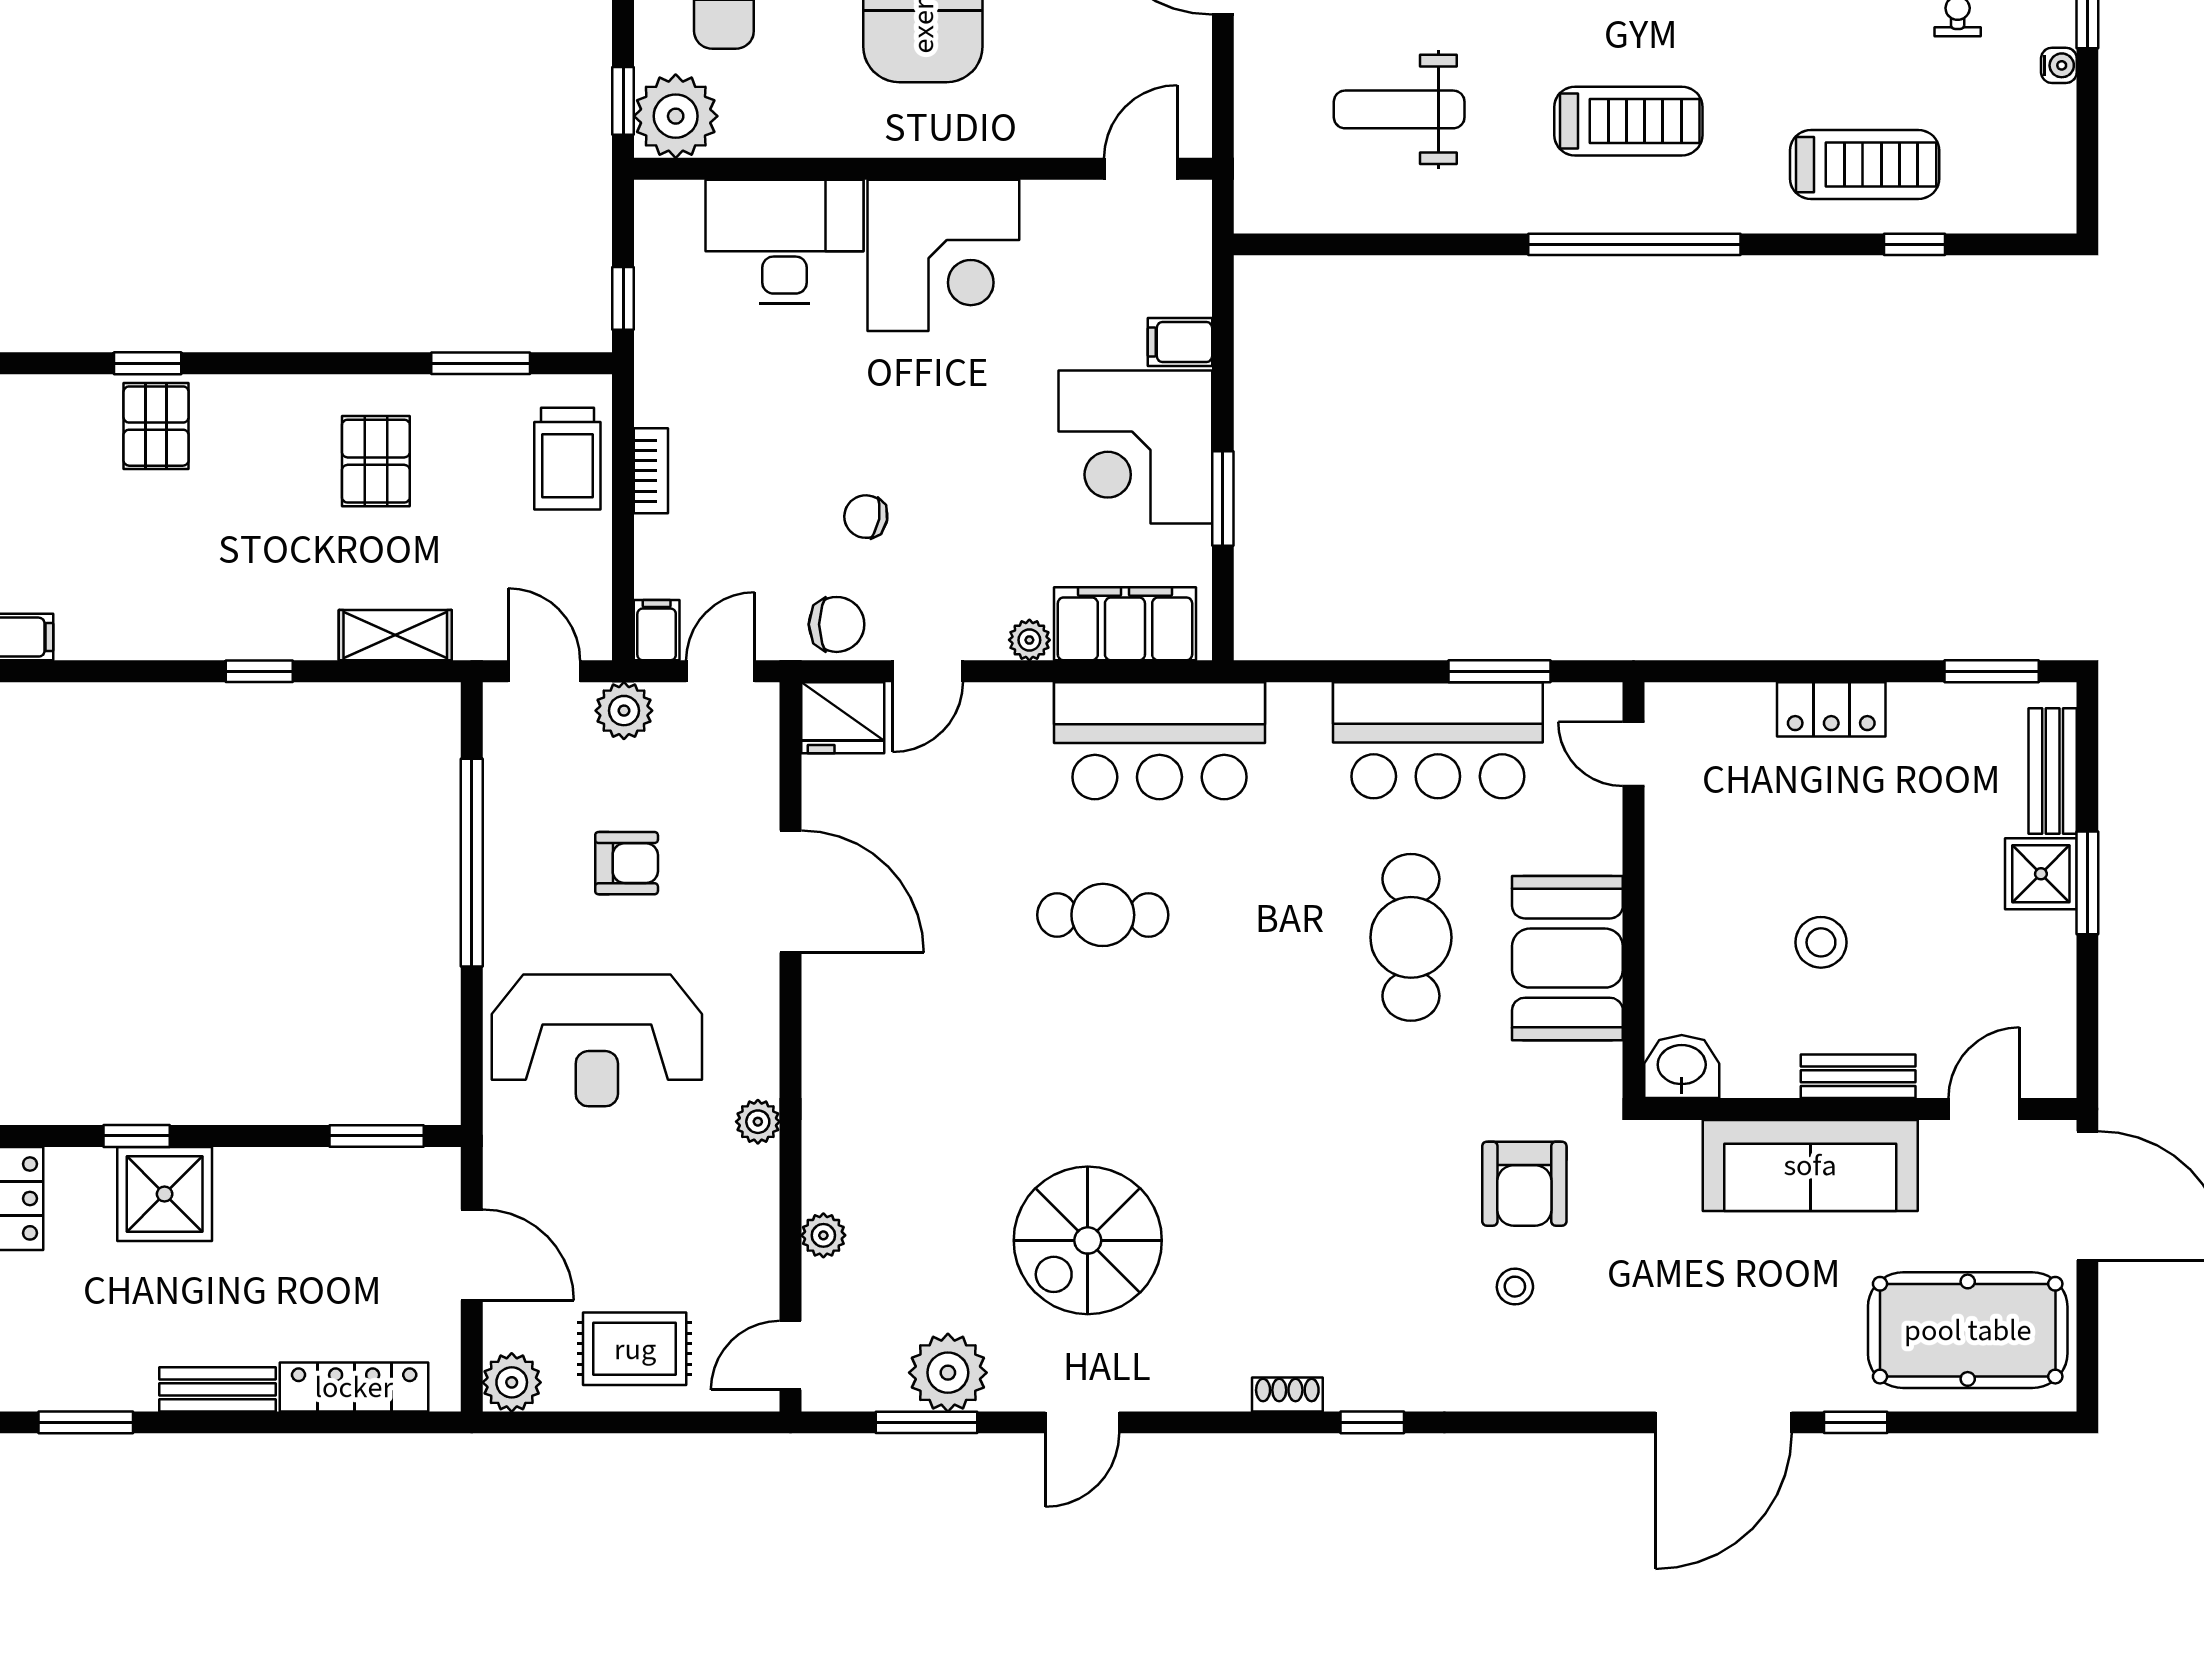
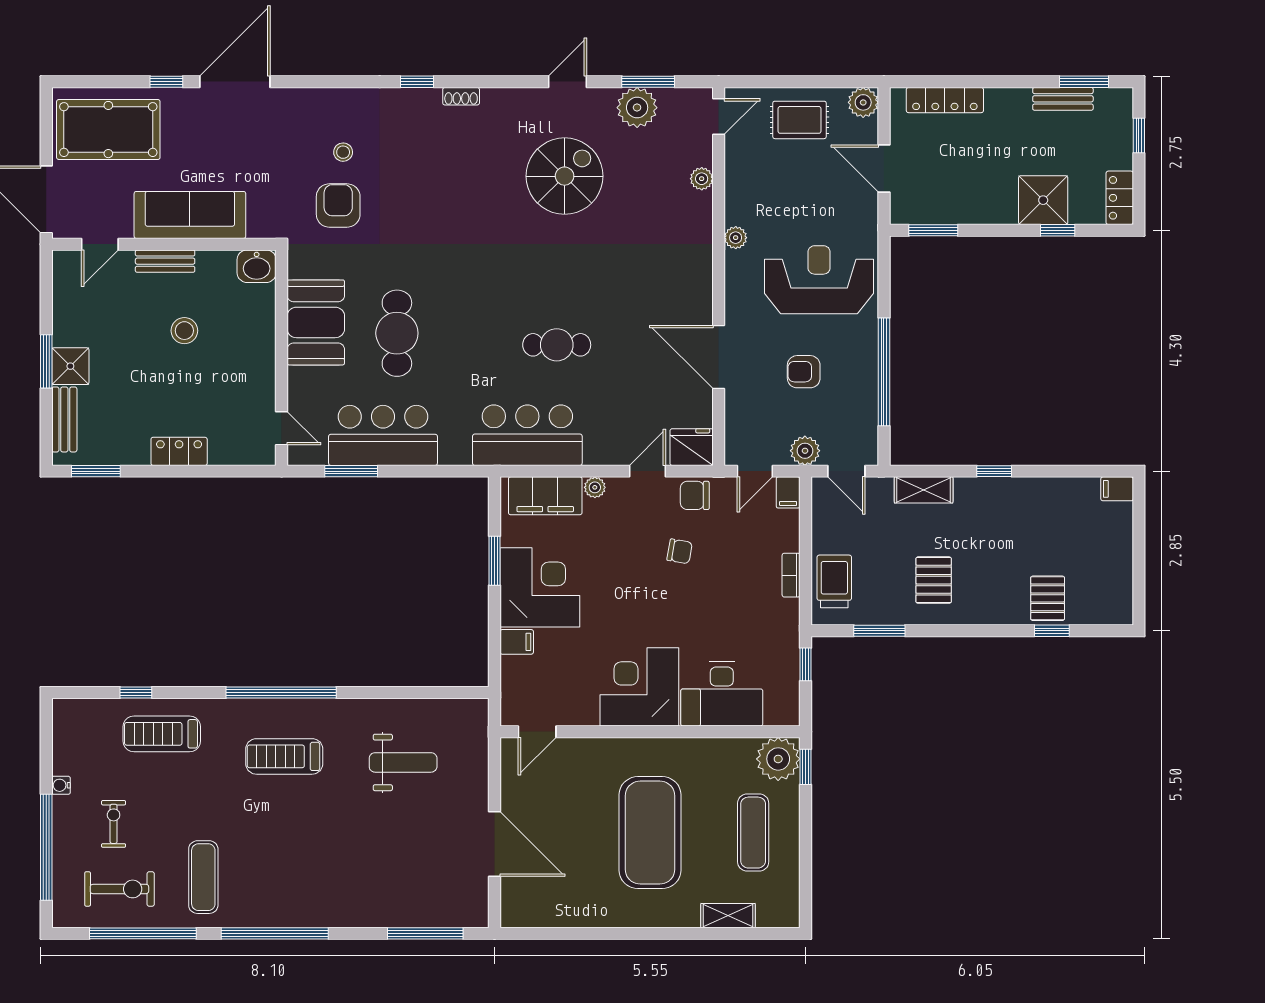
bench: (218, 1389) -> (1063, 99), moved

